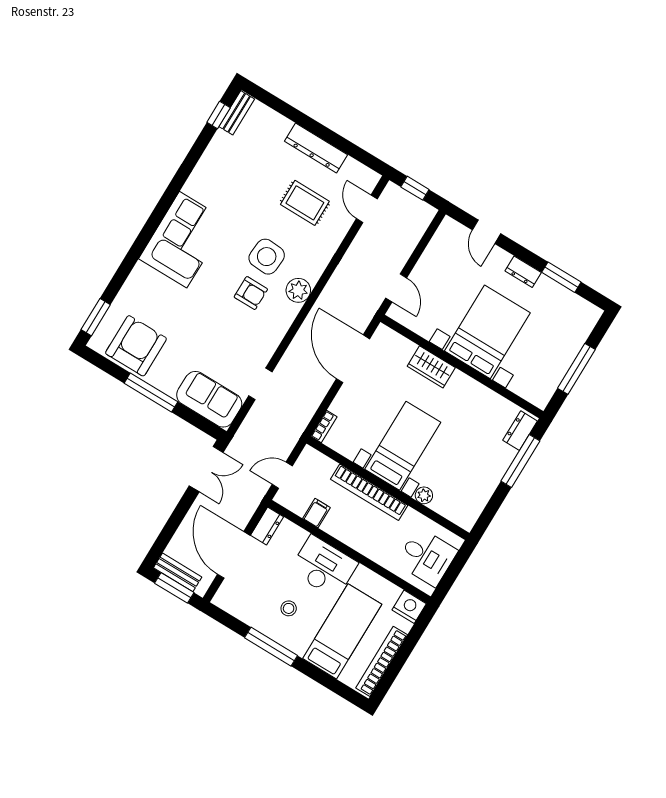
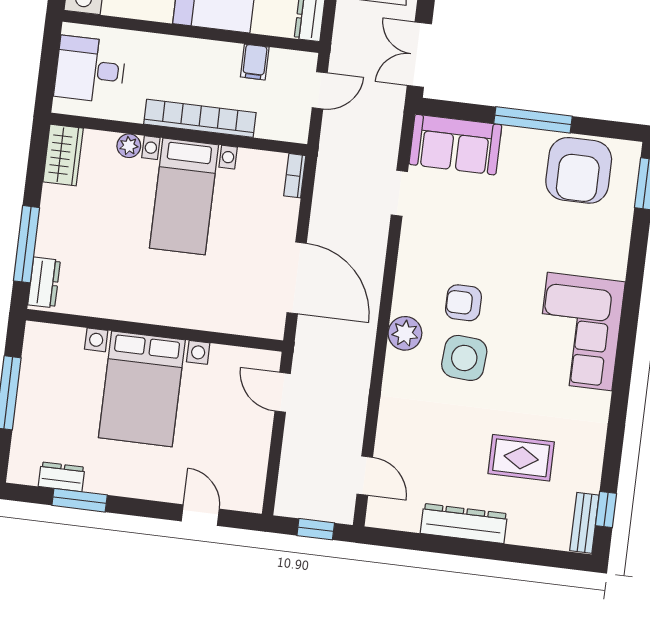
rug: (305, 203) -> (521, 458), moved
dresser: (523, 272) -> (62, 477), moved
wardrobe: (431, 367) -> (63, 155), moved, turned 90

